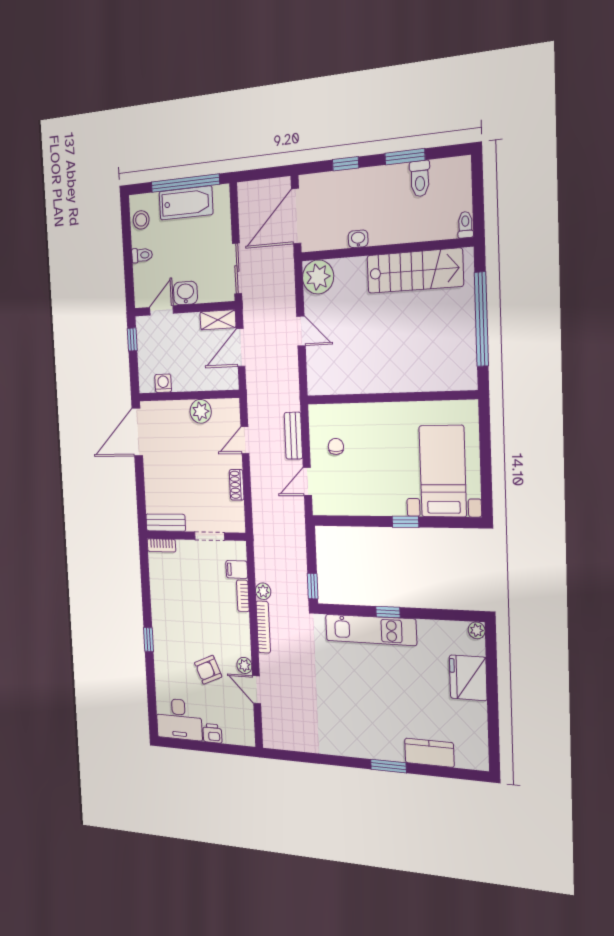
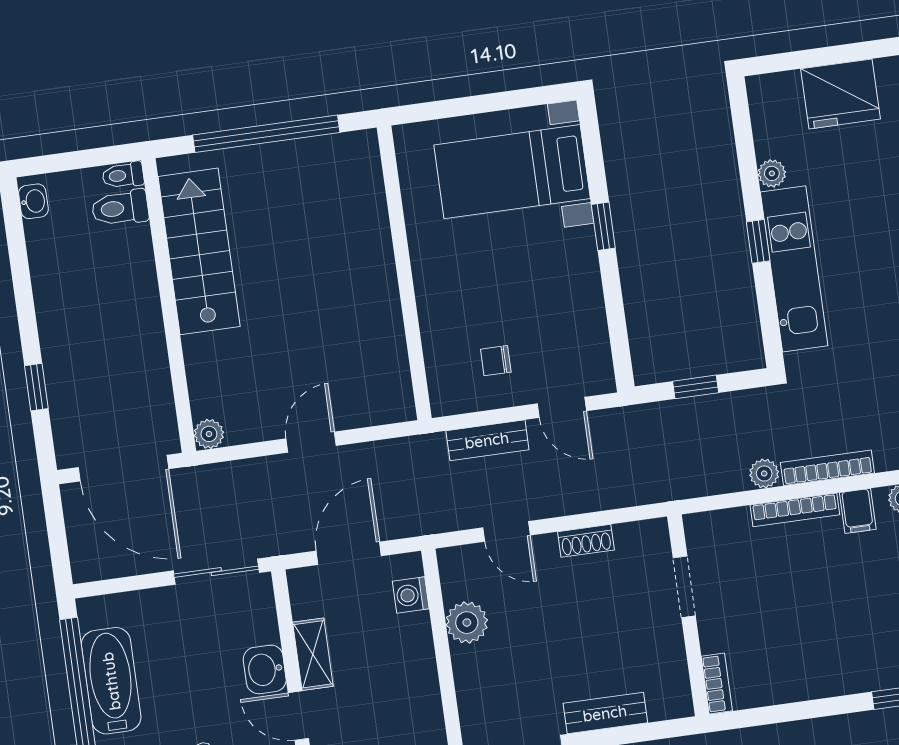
window: (405, 157) -> (22, 286), removed
toilet: (420, 179) -> (120, 208), moved, turned 180
washbasin: (358, 239) -> (33, 201), moved, turned 180
plant: (318, 277) -> (209, 434), width x0.53, depth x0.53
shelving: (218, 320) -> (313, 654), moved
door: (241, 347) -> (349, 553), swing flipped
washing machine: (163, 383) -> (411, 595), moved
bench: (166, 523) -> (605, 713), moved, turned 90
filing cabinet: (237, 569) -> (858, 511), moved
window: (313, 586) -> (696, 387), moved
bookcase: (243, 596) -> (795, 510), width x1.56
plant: (477, 630) -> (772, 173), moved

